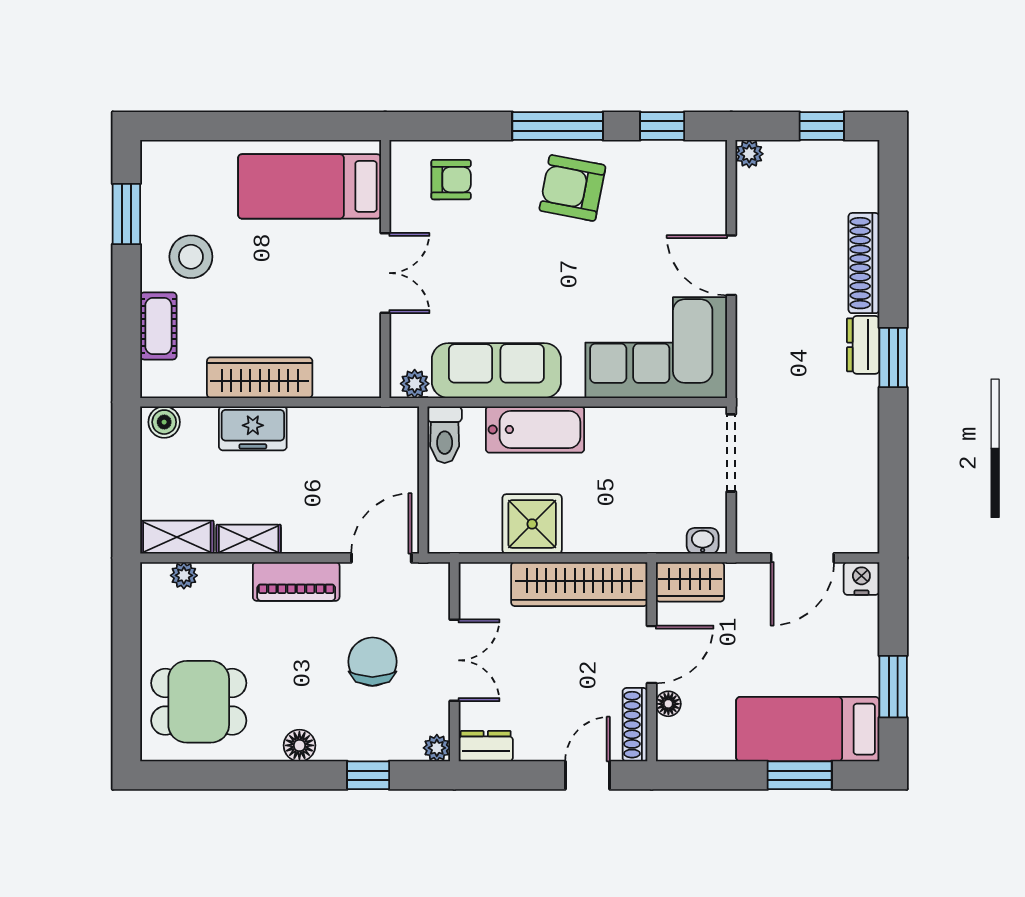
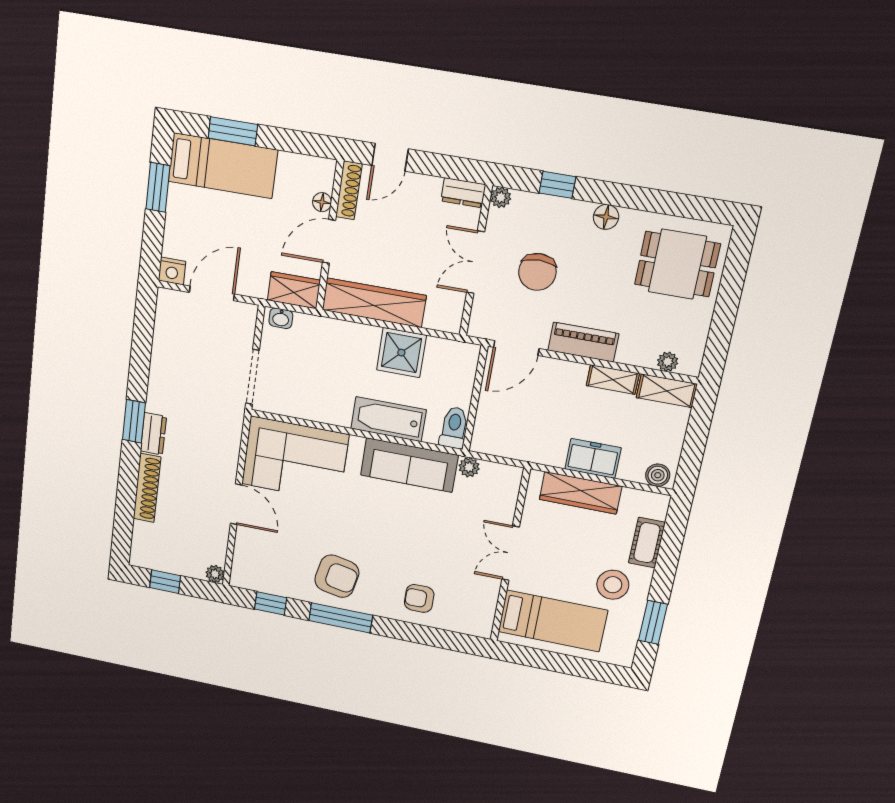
bed: (310, 186) -> (553, 621), moved
wall: (385, 269) -> (510, 556), moved
double door: (385, 273) -> (511, 553), moved

